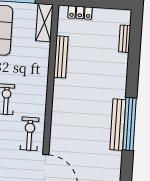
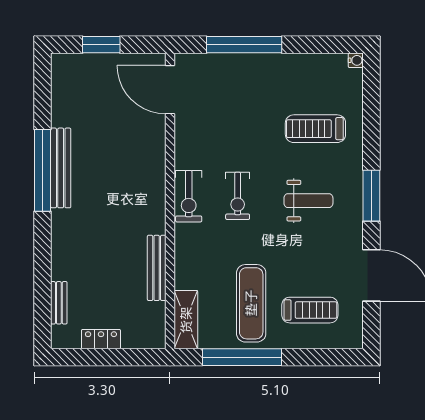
locker: (80, 12) -> (101, 339), moved
exercise bike: (30, 134) -> (189, 196), moved

